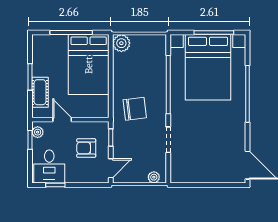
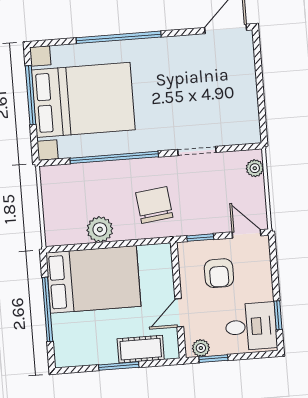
plant: (121, 43) -> (100, 229), moved

